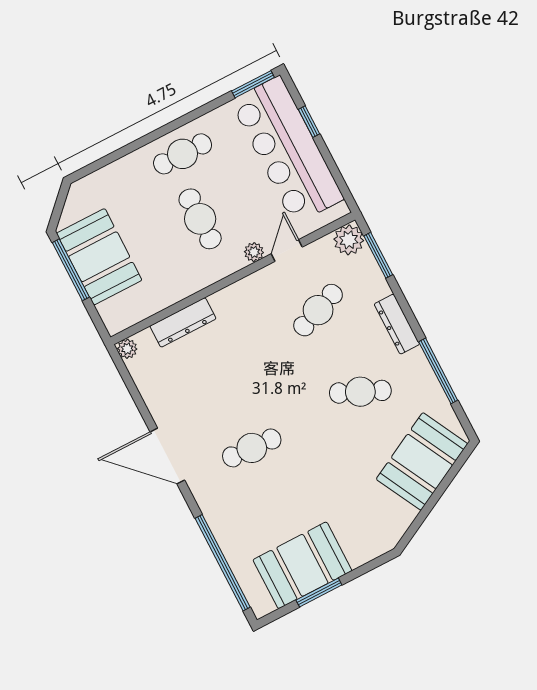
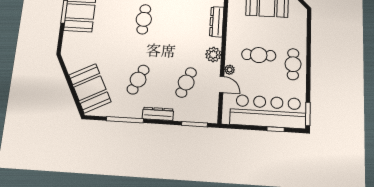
plant: (349, 240) -> (213, 55), moved
cafe table: (318, 310) -> (186, 82), turned 42

